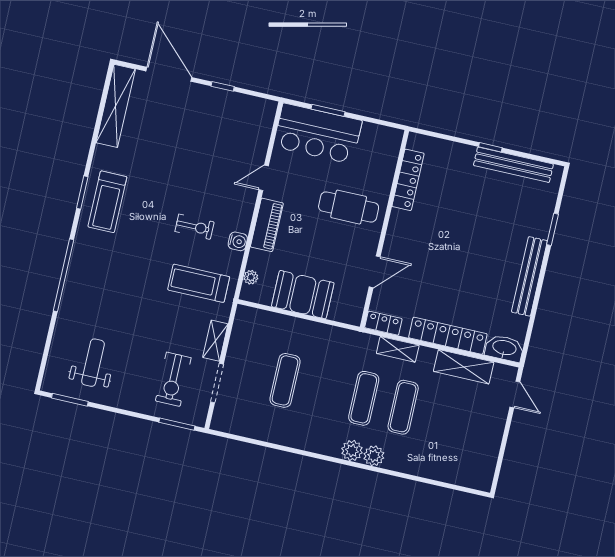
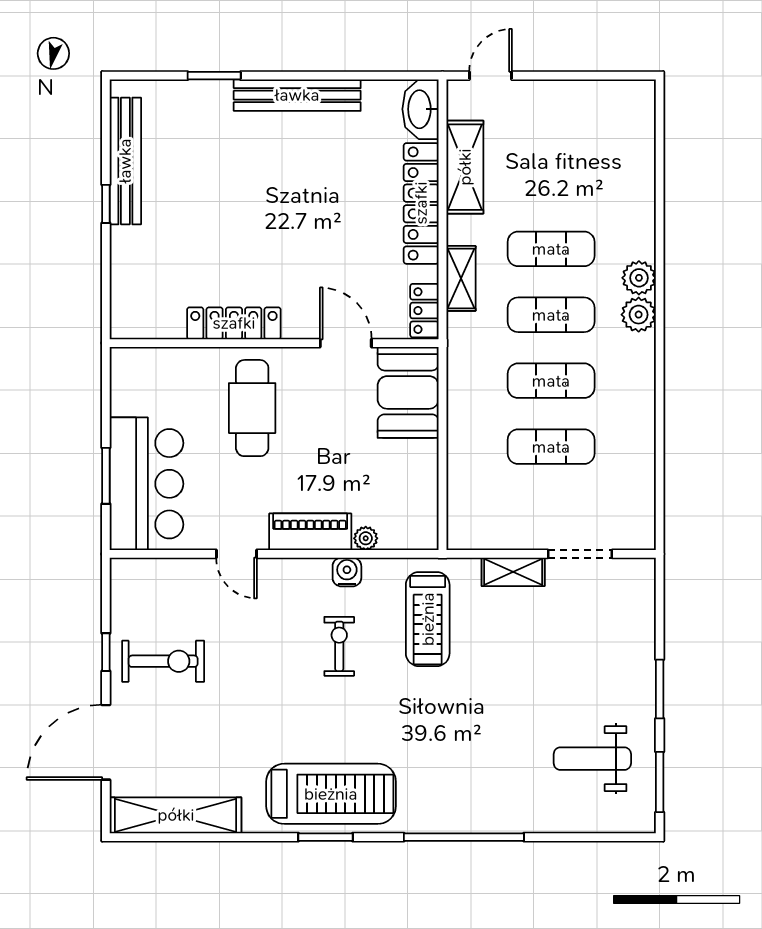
locker: (408, 180) -> (234, 323), moved
treadmill: (107, 202) -> (331, 794), width x1.37, depth x1.38
plant: (251, 277) -> (366, 538), moved
booth: (303, 295) -> (408, 392), moved
exercise bike: (173, 379) -> (163, 661), moved
exercise mat: (324, 389) -> (551, 381), added
window: (177, 424) -> (660, 689), moved

